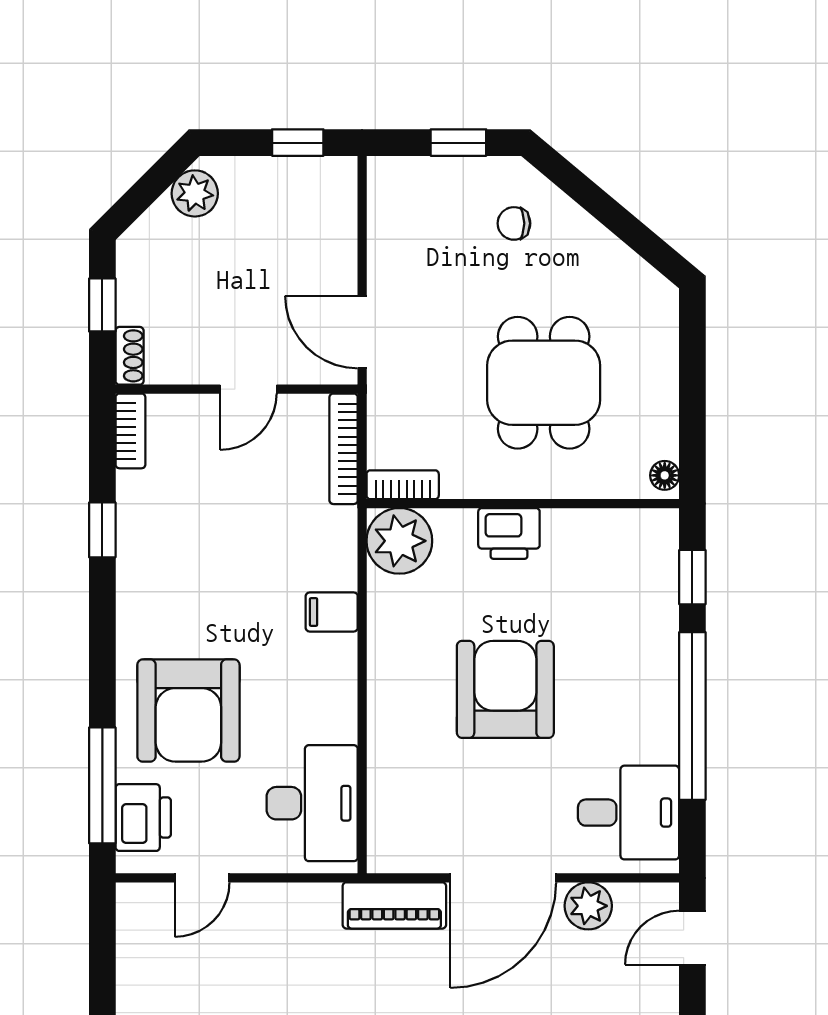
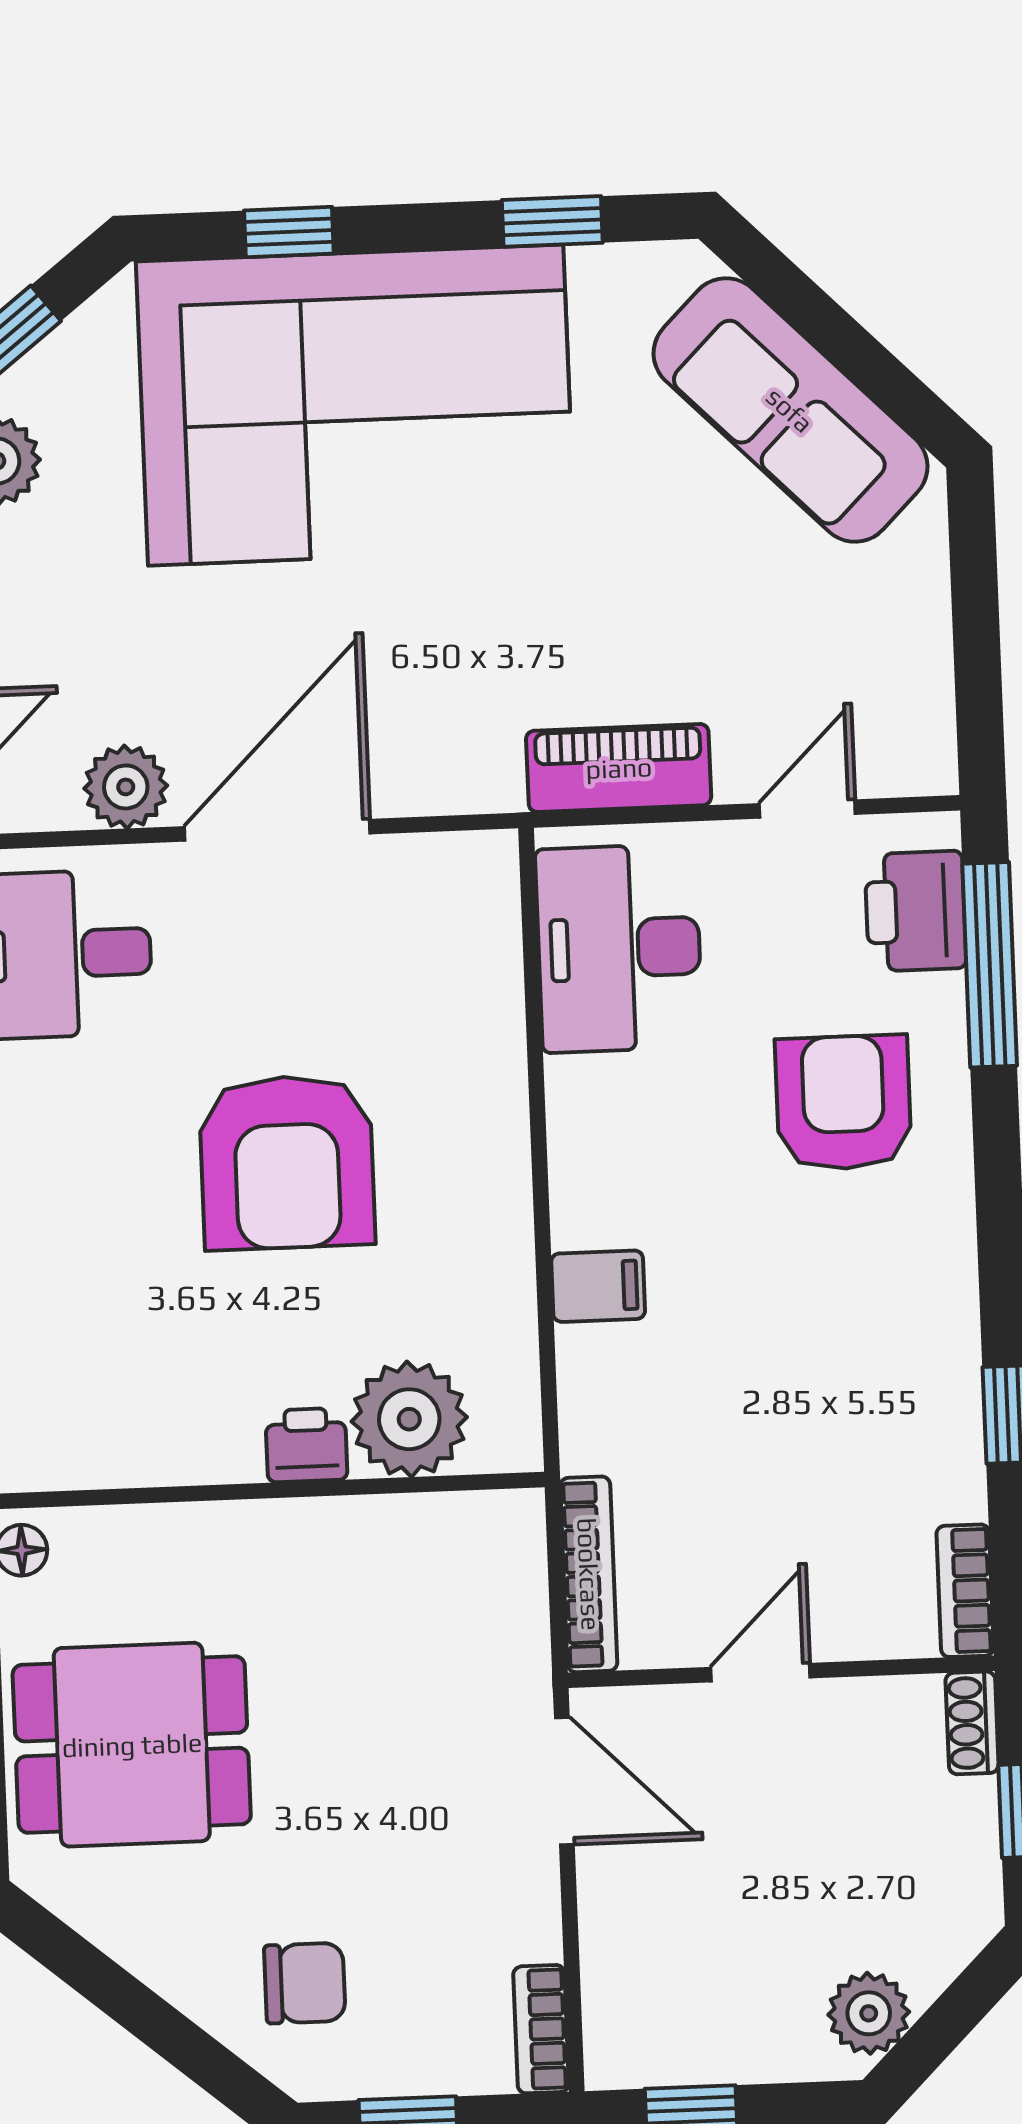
chair: (514, 223) -> (305, 1983), width x1.37, depth x1.37
dining table: (544, 383) -> (132, 1745), moved, turned 90
bookcase: (403, 485) -> (541, 2029), moved, turned 90
printer: (509, 533) -> (306, 1445), width x0.73, depth x0.81
plant: (399, 541) -> (409, 1419), moved
armchair: (188, 711) -> (843, 1103), width x0.73, depth x0.73
piano: (394, 905) -> (619, 768), moved

